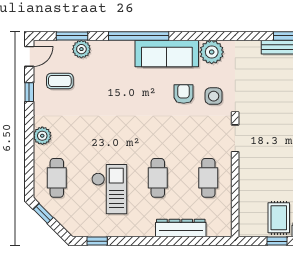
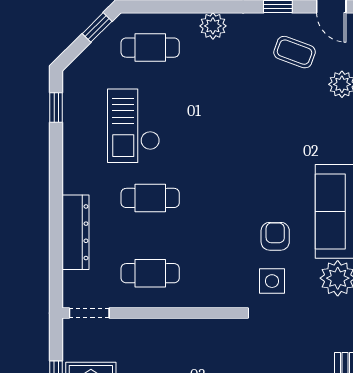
coffee table: (60, 81) -> (295, 52), turned -70
armchair: (184, 94) -> (275, 236), turned -90
doorway: (235, 138) -> (89, 313), moved
checkout: (109, 189) -> (134, 126), turned 90

